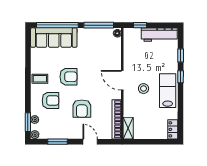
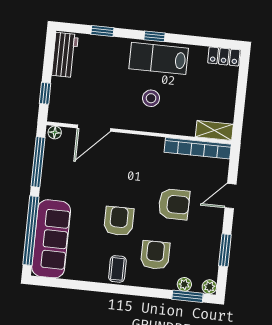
workbench: (159, 35) -> (65, 55), width x0.73
window: (181, 77) -> (155, 36), moved
door: (122, 80) -> (94, 128), moved

